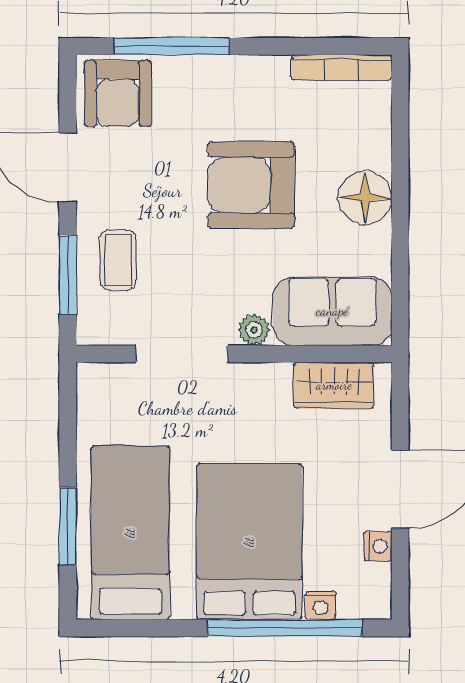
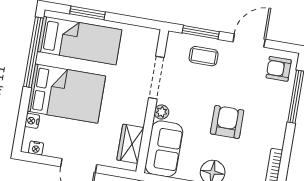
armchair: (118, 94) -> (279, 69), width x0.72, depth x0.72
armchair: (251, 185) -> (227, 122), width x0.73, depth x0.73
nightstand: (378, 546) -> (36, 148), moved
window: (285, 628) -> (33, 52), moved

